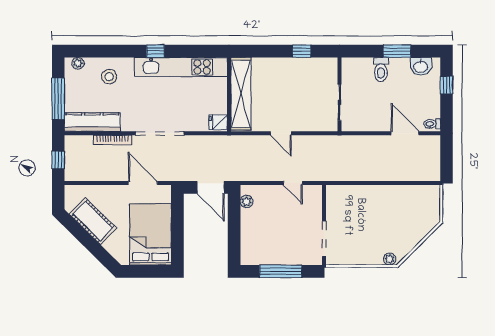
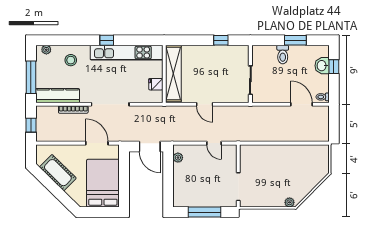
washbasin: (421, 66) -> (322, 66), moved, turned 90
fridge: (218, 122) -> (156, 84), moved

